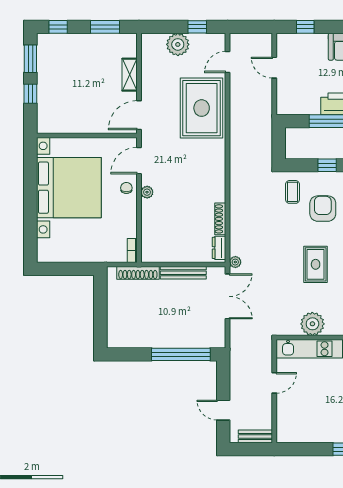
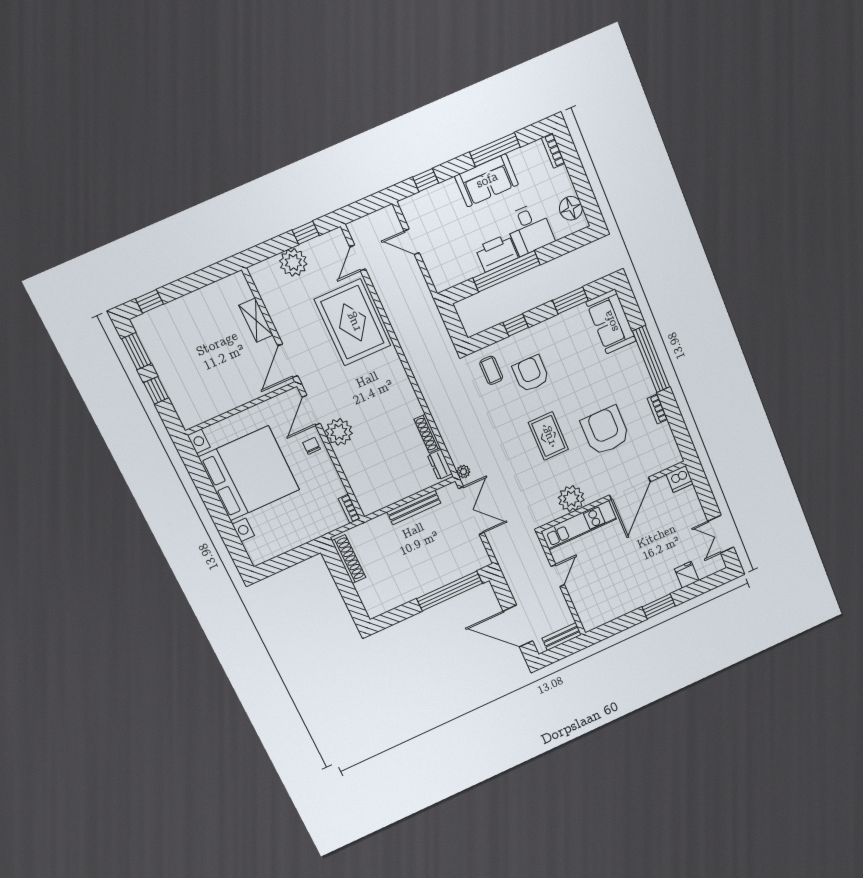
window: (105, 27) -> (202, 278), removed
plant: (147, 192) -> (339, 432), width x1.88, depth x1.88
shoe rack: (138, 273) -> (349, 559), moved, turned -90
door: (223, 410) -> (518, 626), width x1.87

